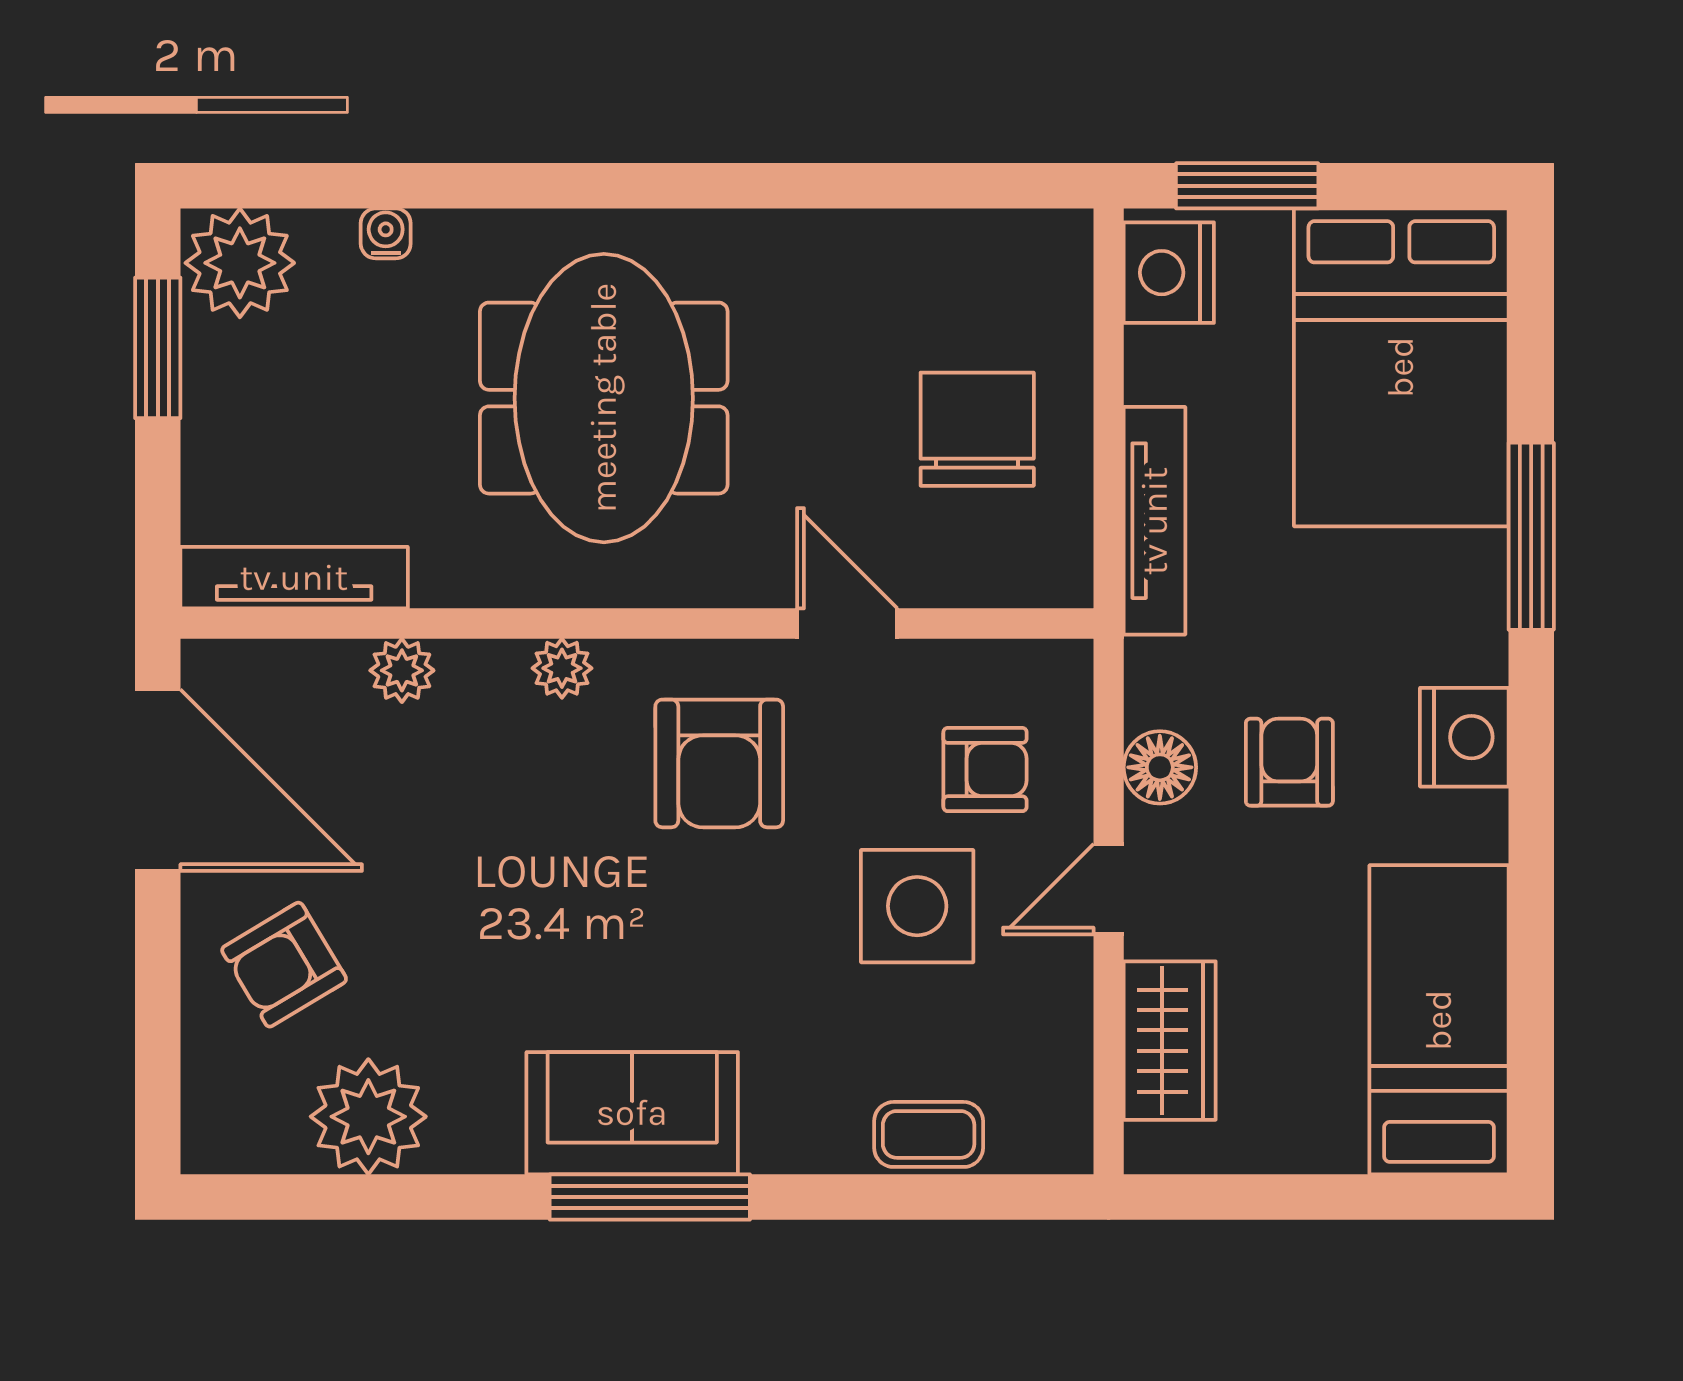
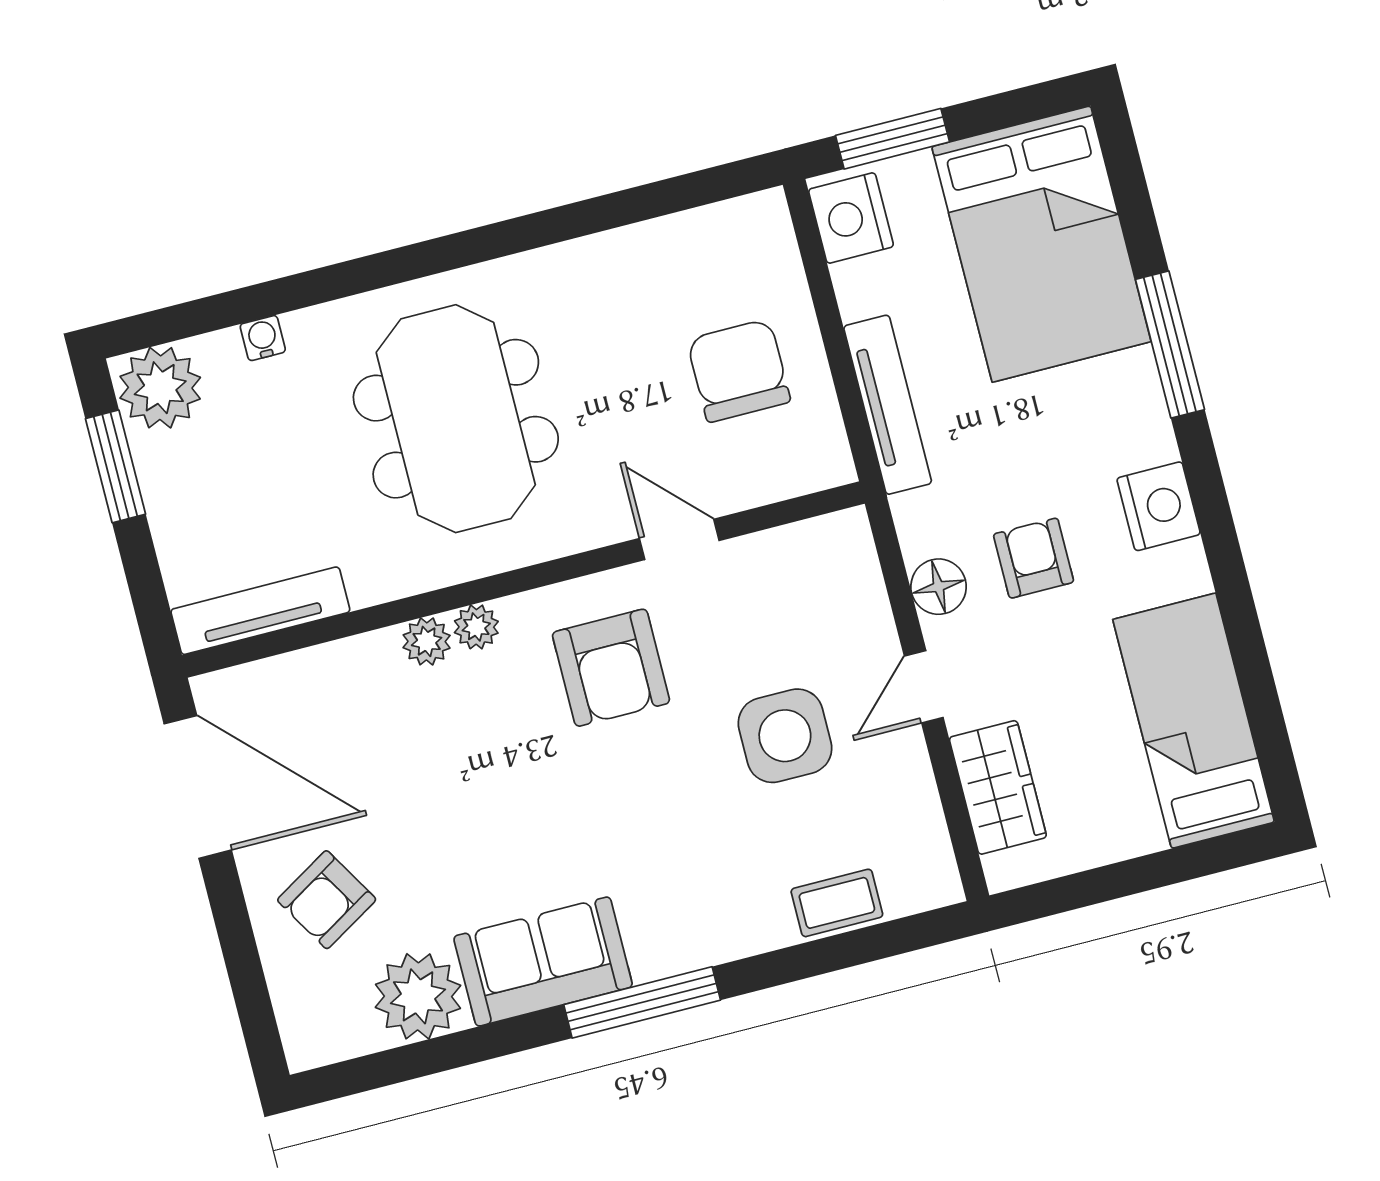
plant: (402, 670) -> (427, 641), moved
armchair: (985, 770) -> (809, 622), removed
sofa: (632, 1113) -> (543, 962), moved

